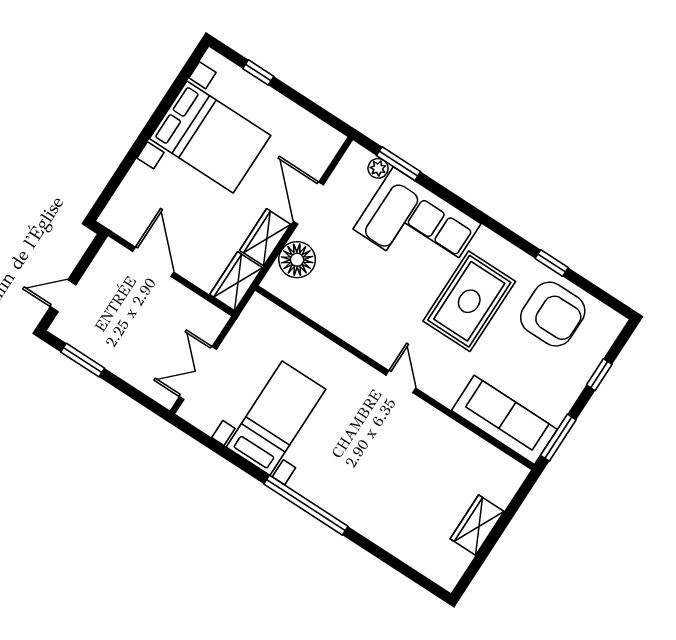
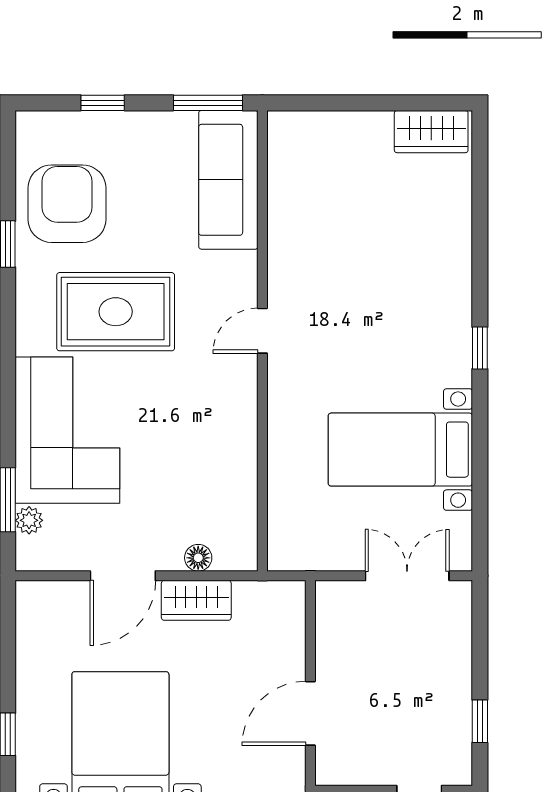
floor lamp: (297, 260) -> (198, 558), width x0.53, depth x0.53
wardrobe: (236, 281) -> (270, 601), removed
window: (83, 360) -> (480, 721), width x0.67
double door: (198, 373) -> (407, 576), swing flipped
window: (306, 505) -> (480, 348), width x0.32
wardrobe: (477, 525) -> (431, 132), moved

